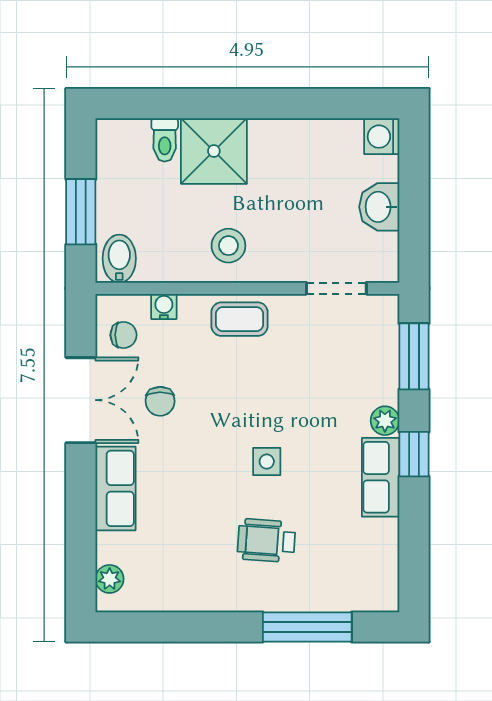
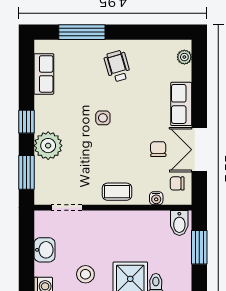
stool: (228, 246) -> (85, 274), moved
plant: (385, 421) -> (48, 146), width x1.88, depth x1.88
row of seats: (381, 477) -> (44, 74), moved
wheelchair: (266, 541) -> (117, 66), moved, turned -110

